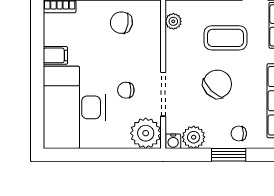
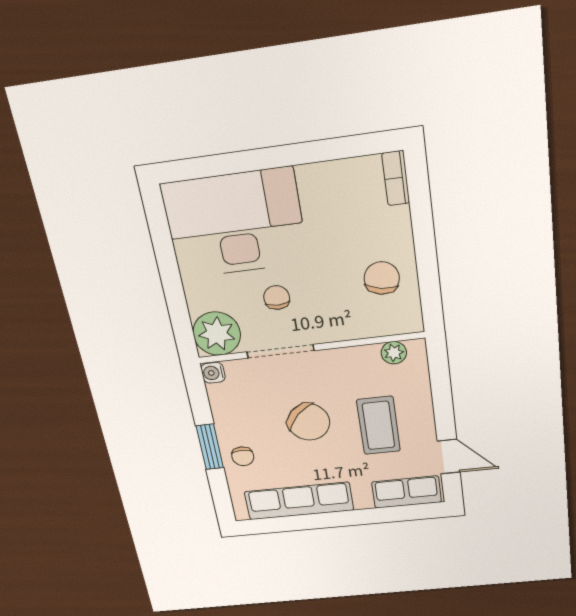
filing cabinet: (55, 55) -> (313, 182), removed
chair: (239, 134) -> (243, 456), turned 180
plant: (194, 137) -> (225, 399), removed

